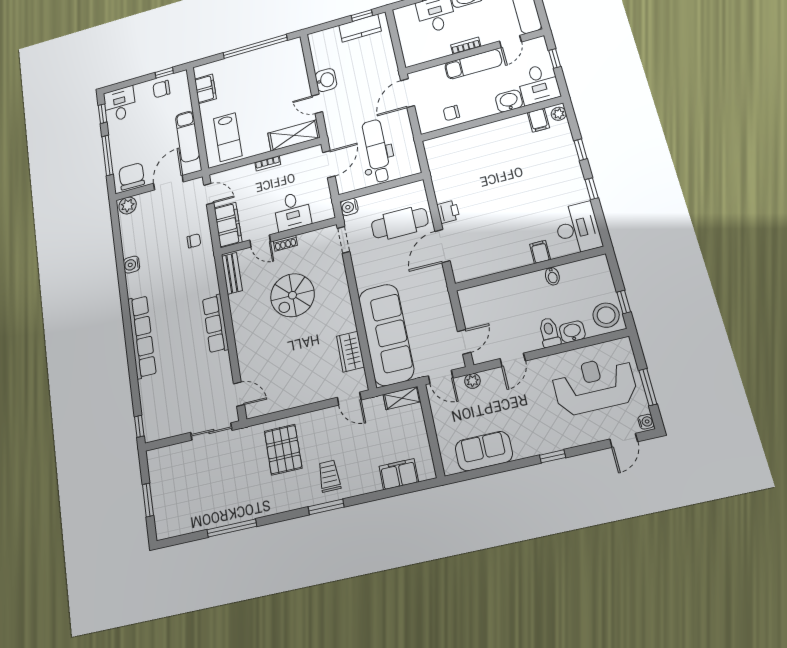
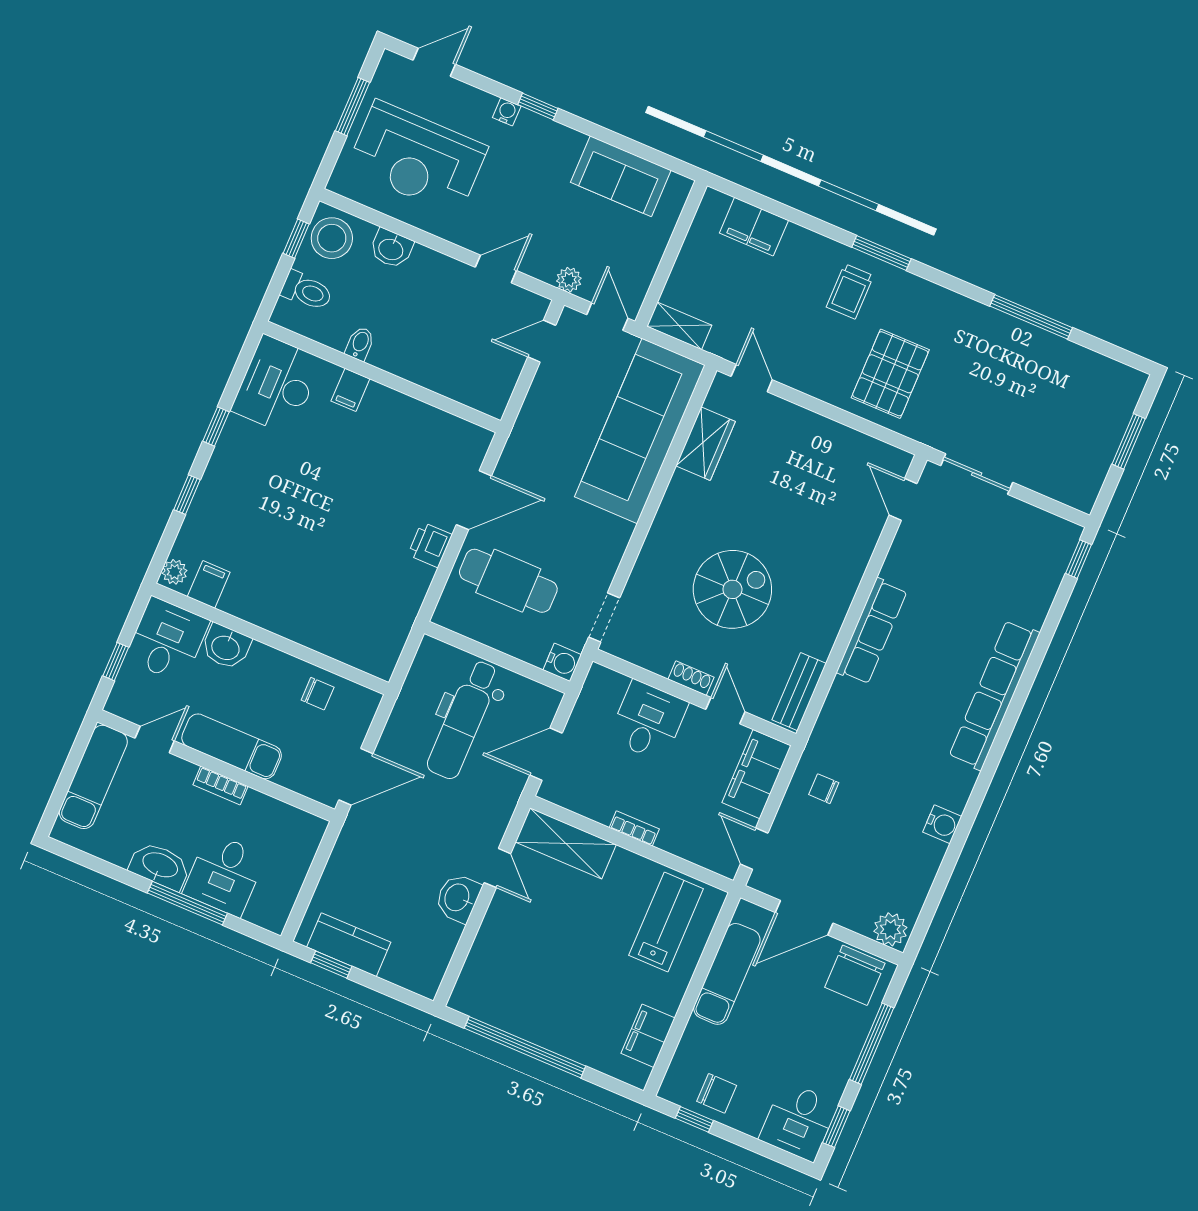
toilet: (549, 332) -> (307, 291), moved, turned -90
water cooler: (646, 422) -> (507, 112), moved, turned 90

